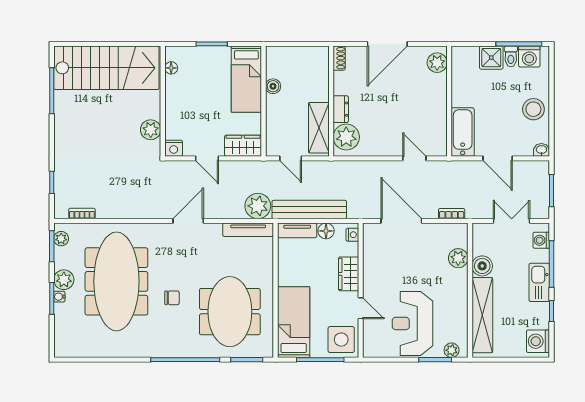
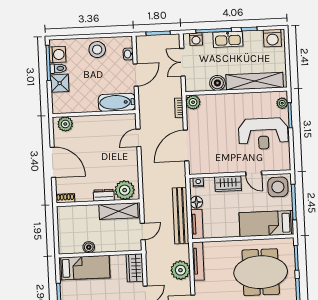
washbasin: (541, 150) -> (128, 54), moved
plant: (258, 206) -> (180, 270), moved
plant: (458, 258) -> (193, 102), moved
door: (361, 308) -> (254, 173), swing flipped

